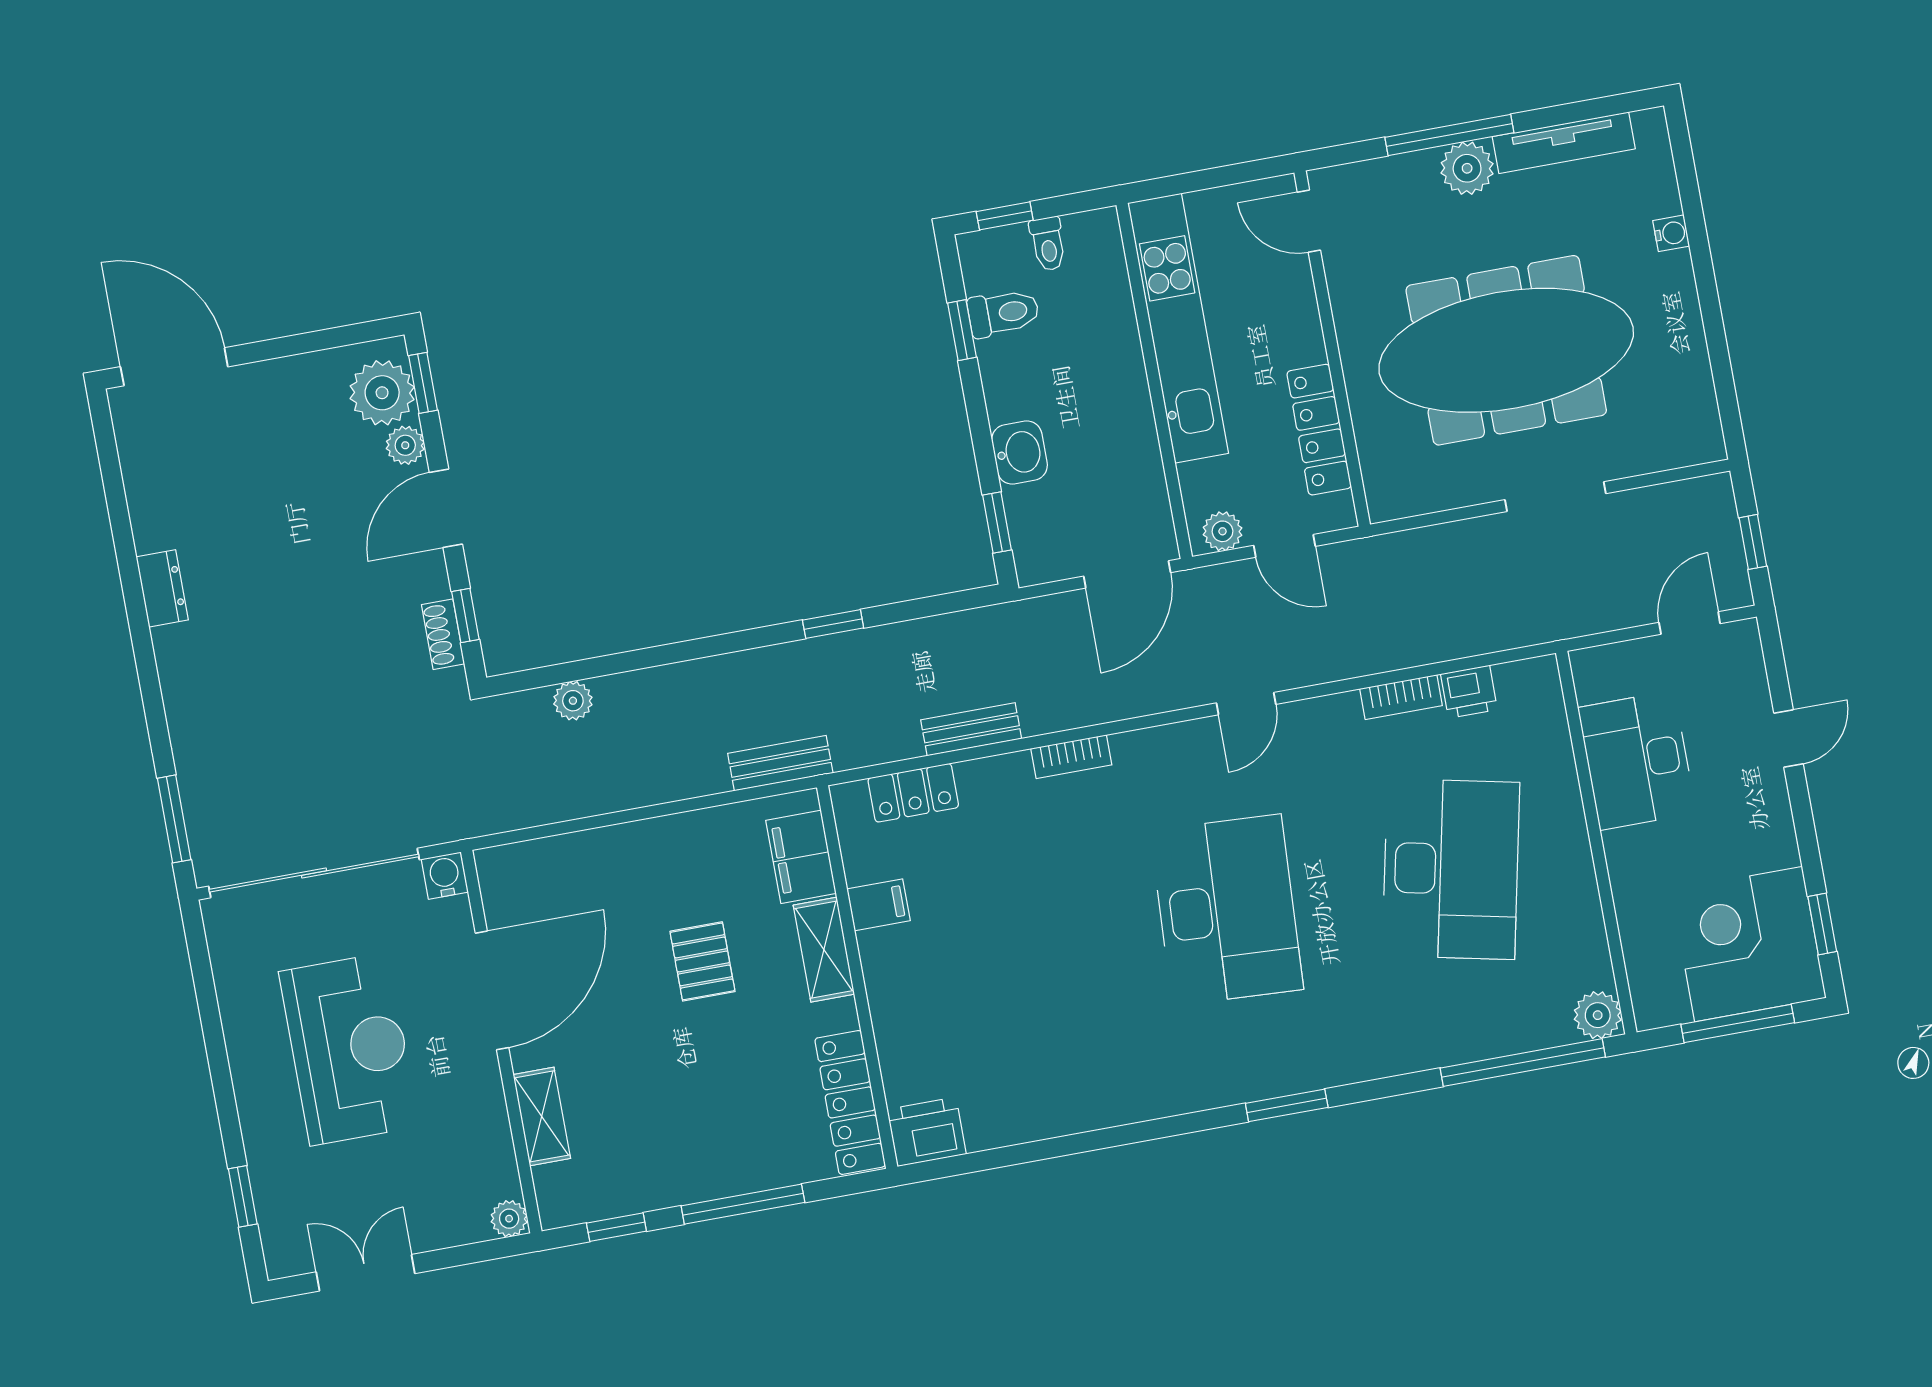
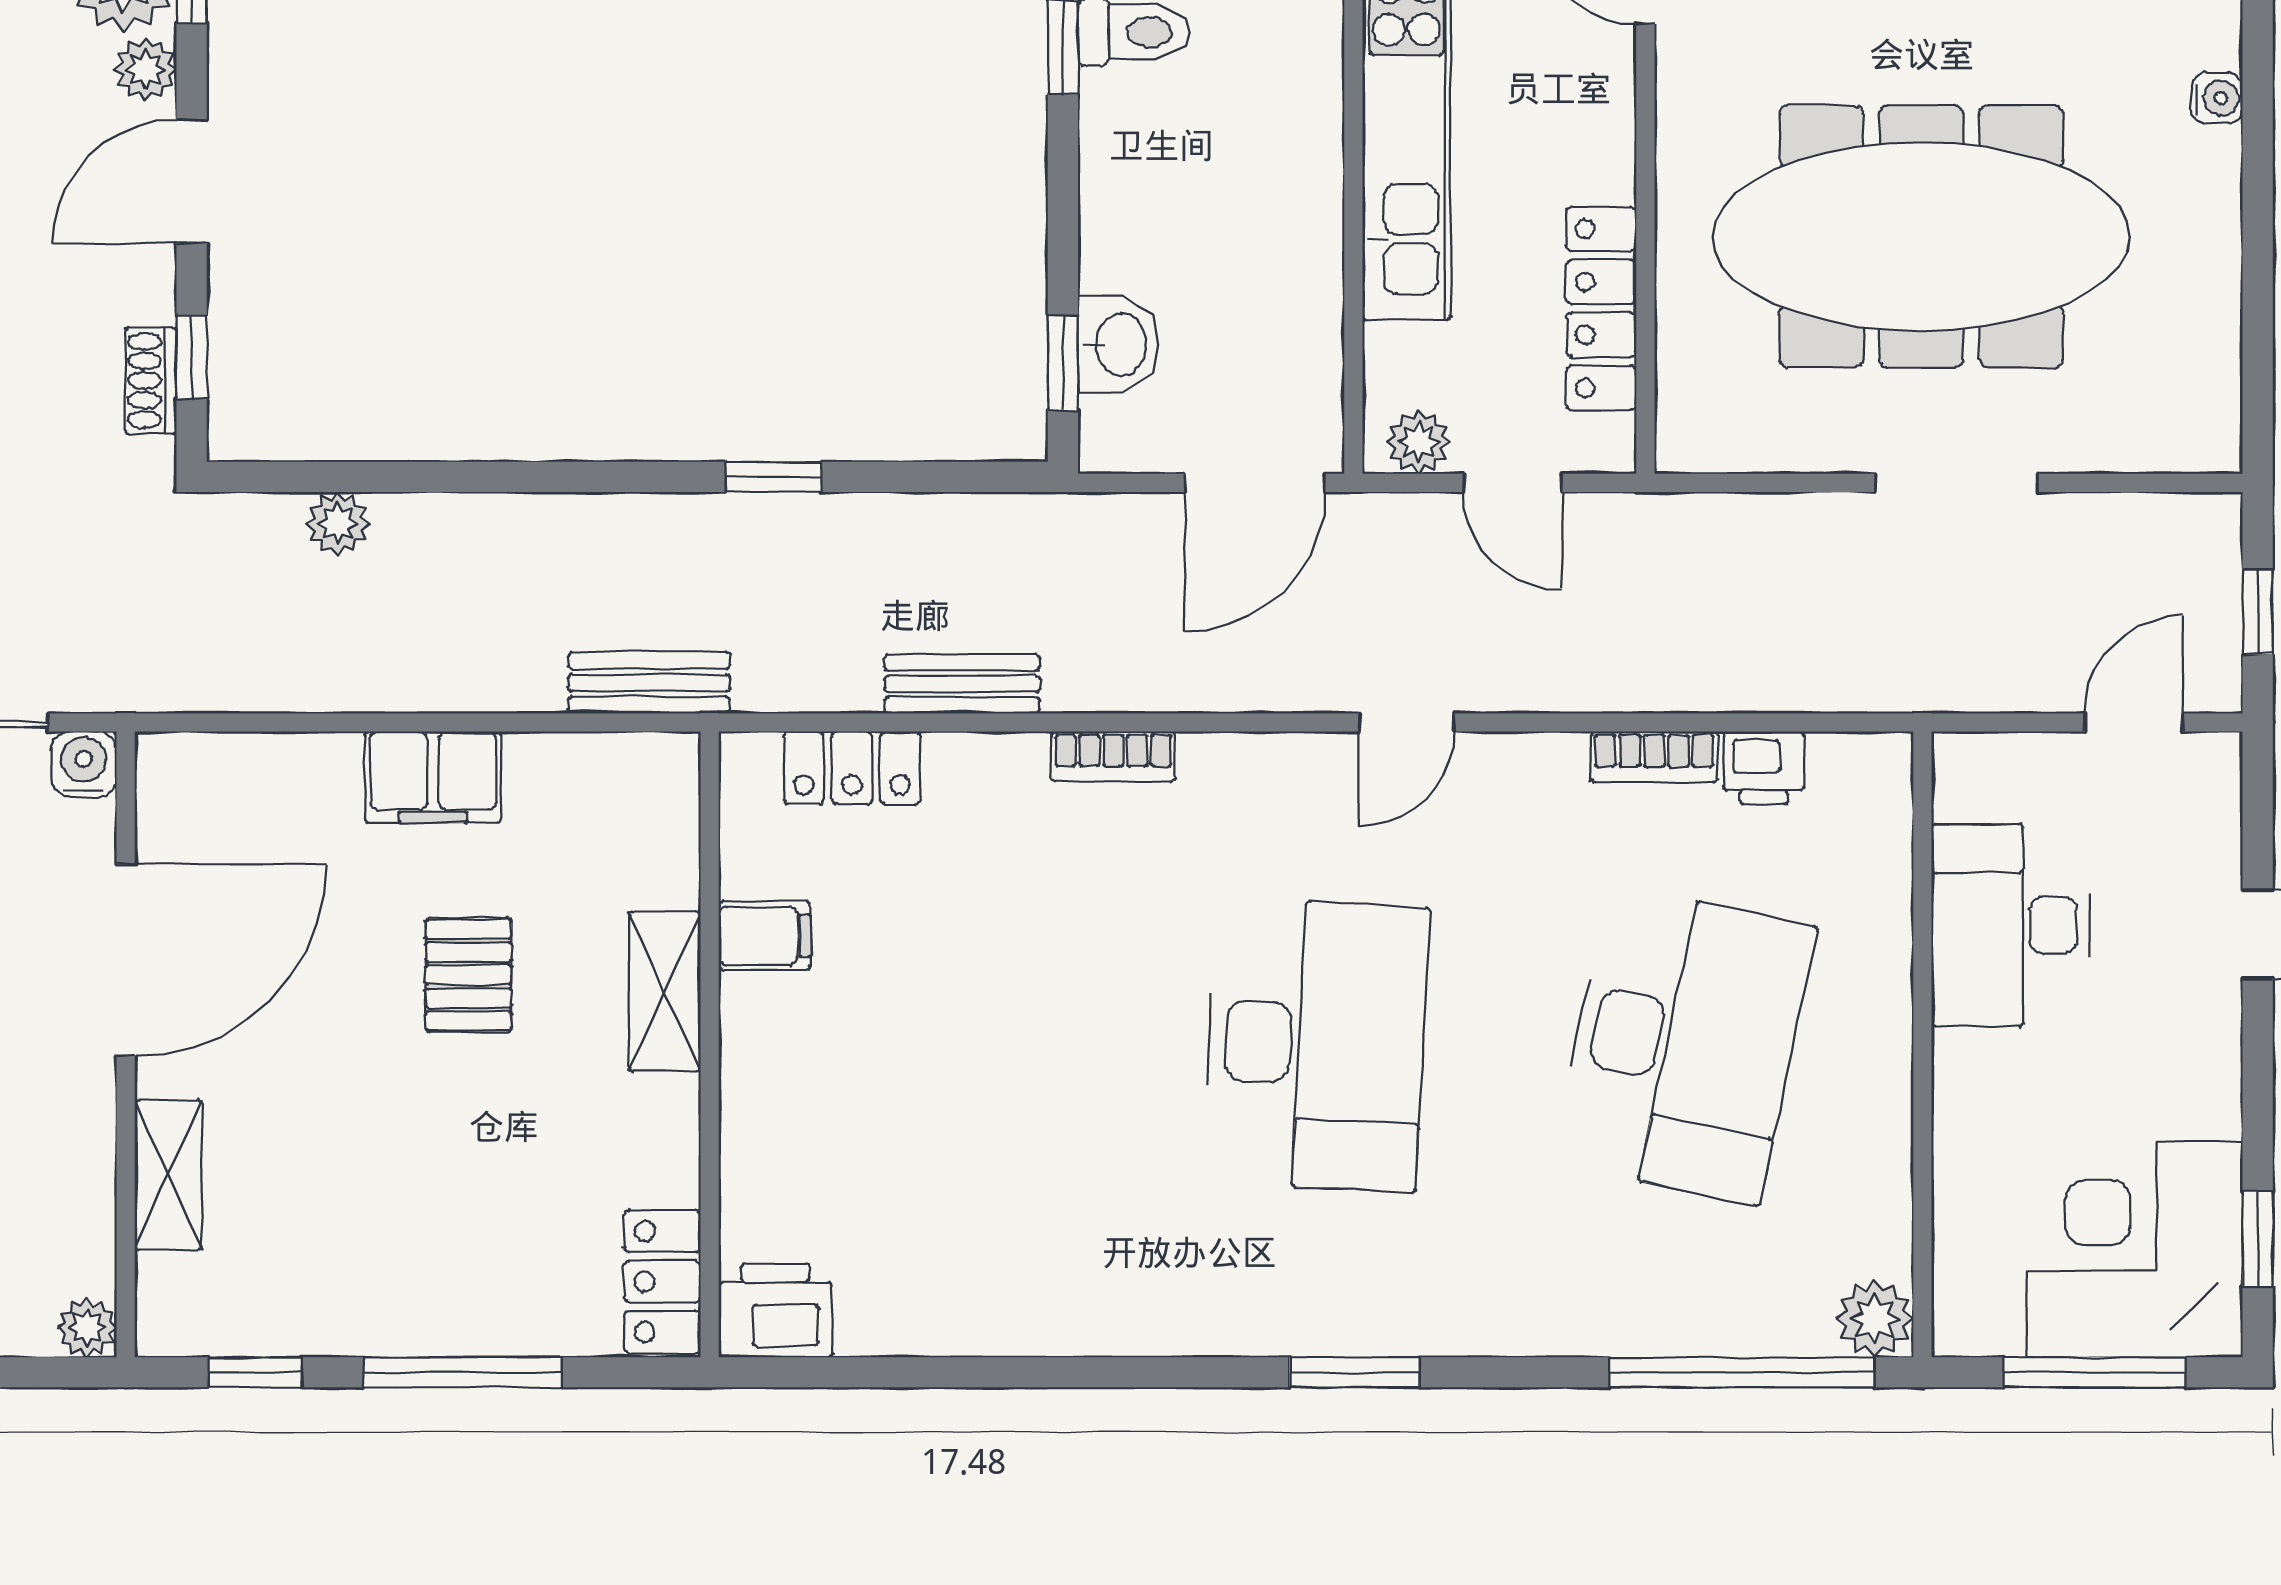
washbasin: (1019, 452) -> (1119, 344), moved
filing cabinet: (801, 857) -> (433, 777), moved, turned -90
locker: (850, 1102) -> (662, 1282), width x0.66

